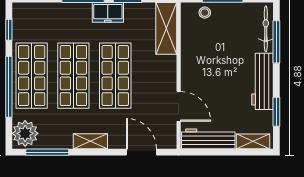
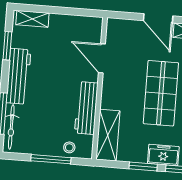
workbench: (208, 139) -> (86, 108), moved, turned 90
door: (141, 152) -> (158, 18), moved

